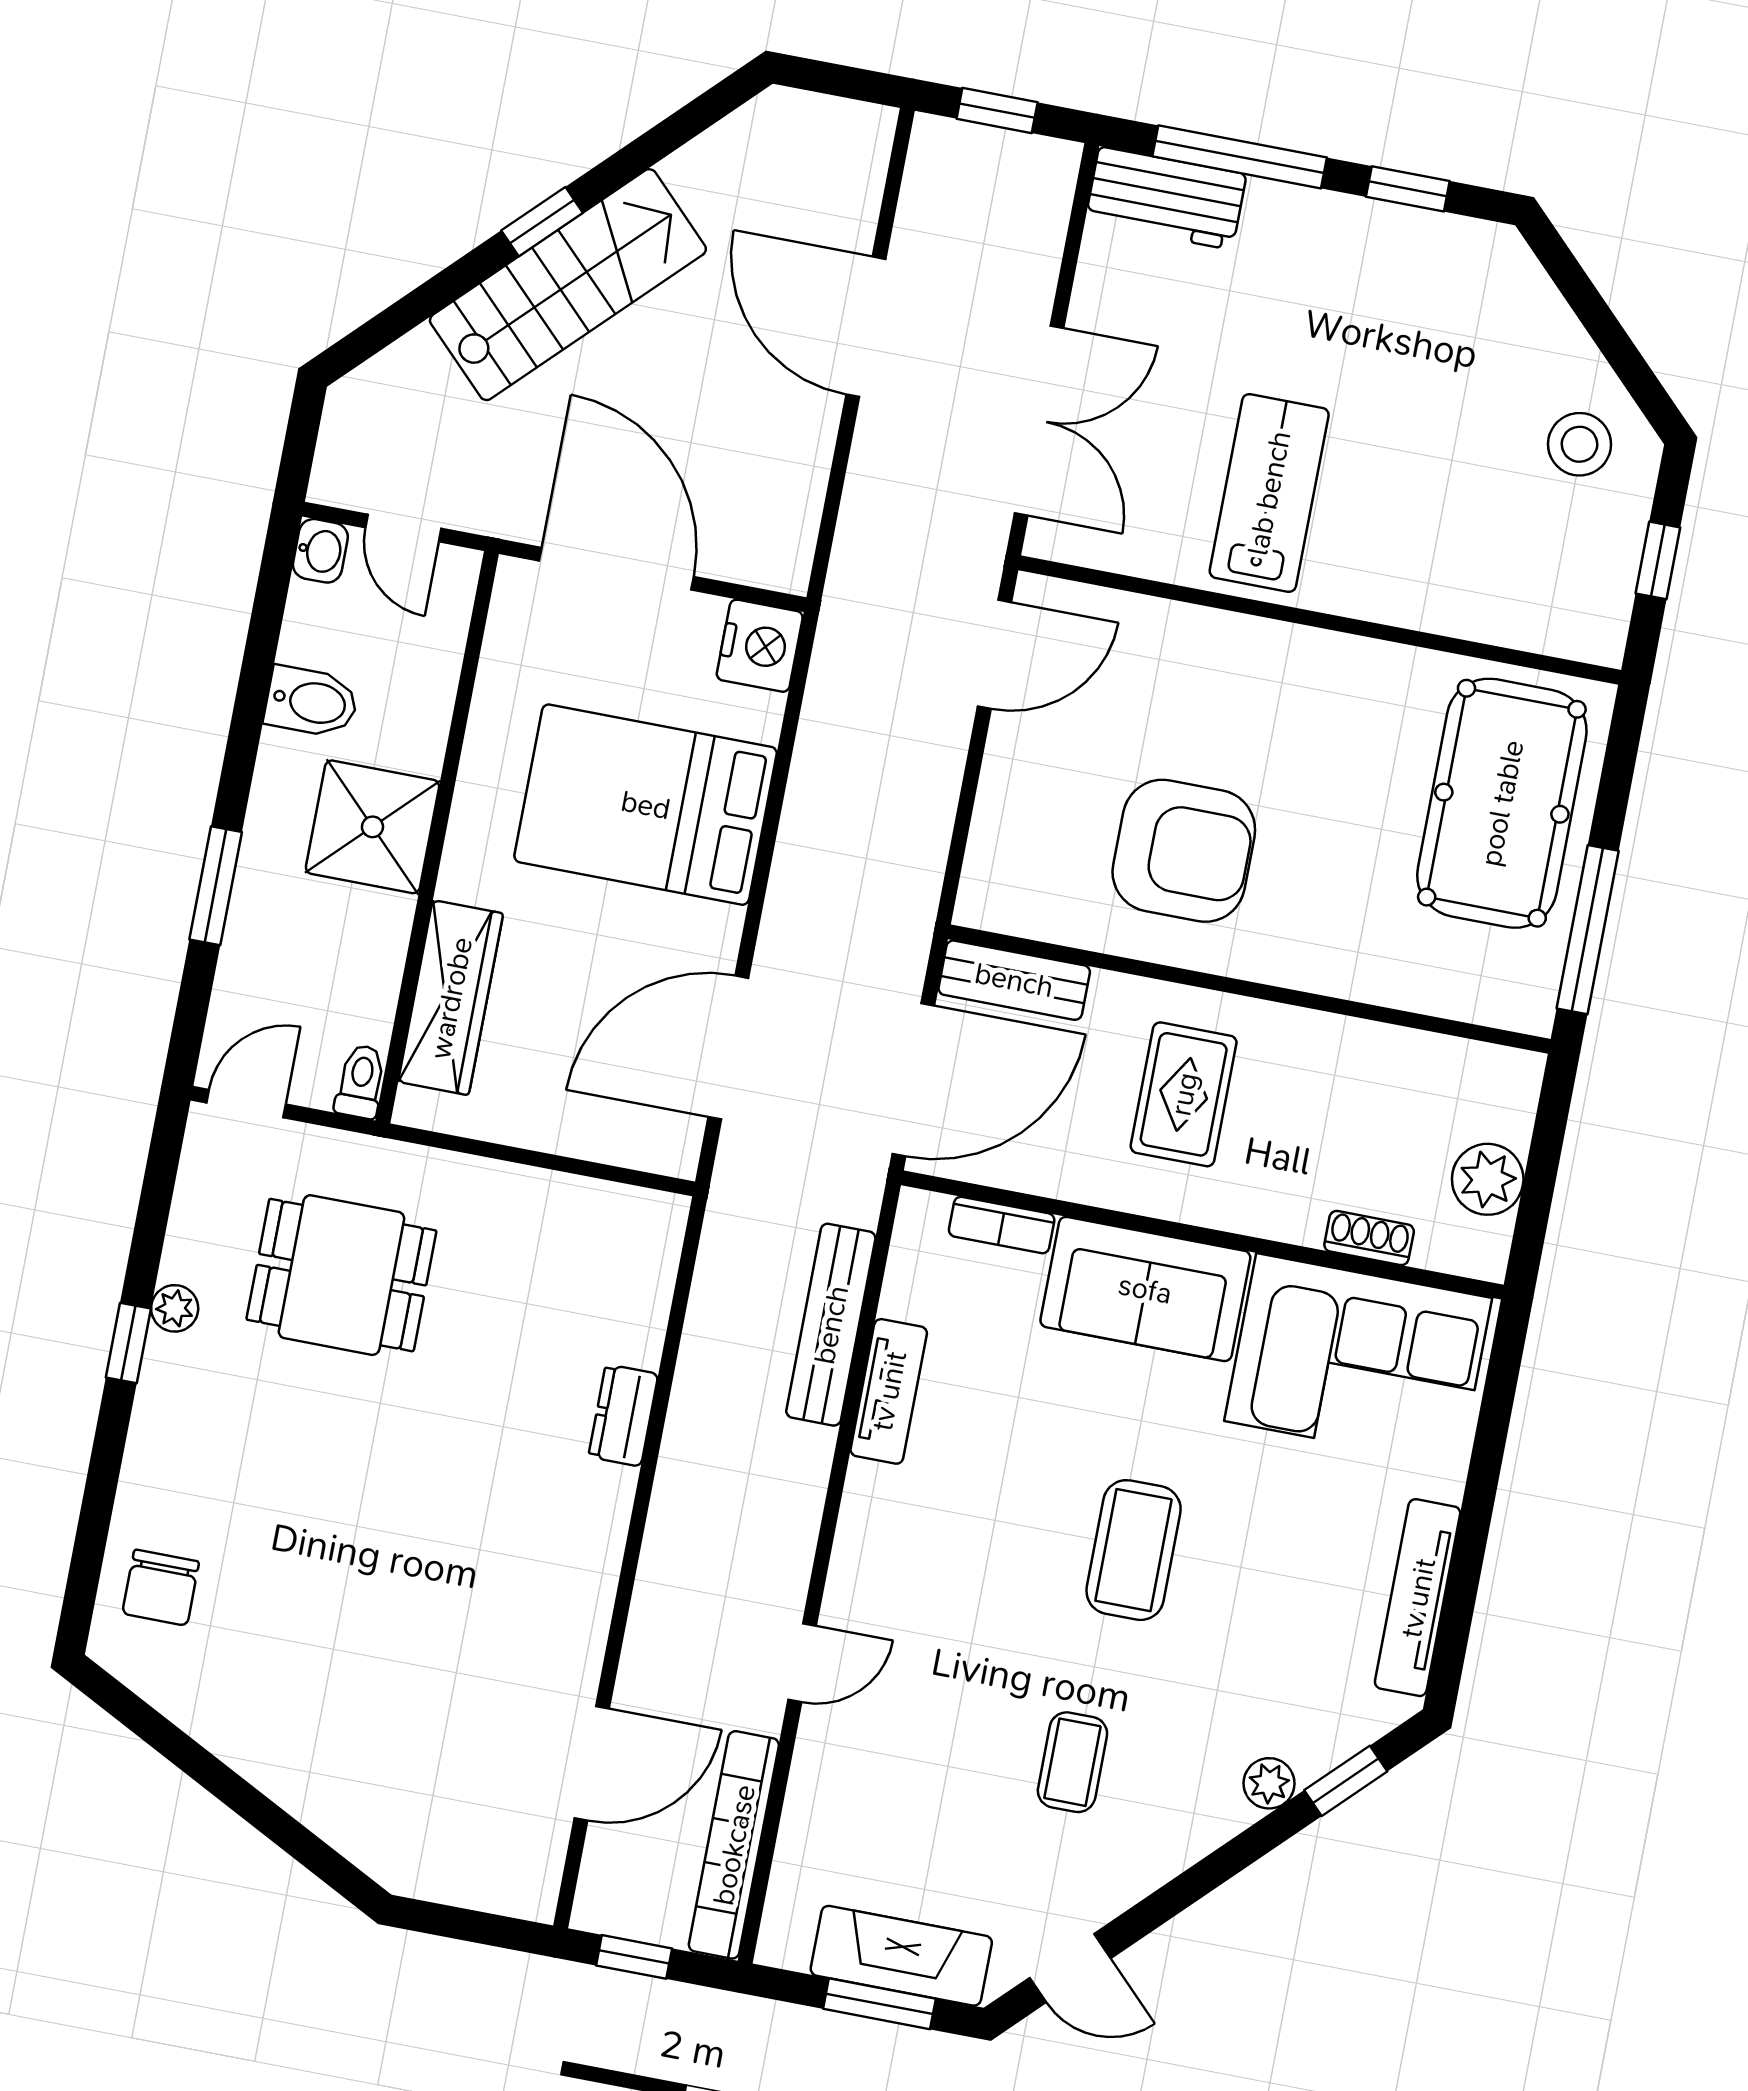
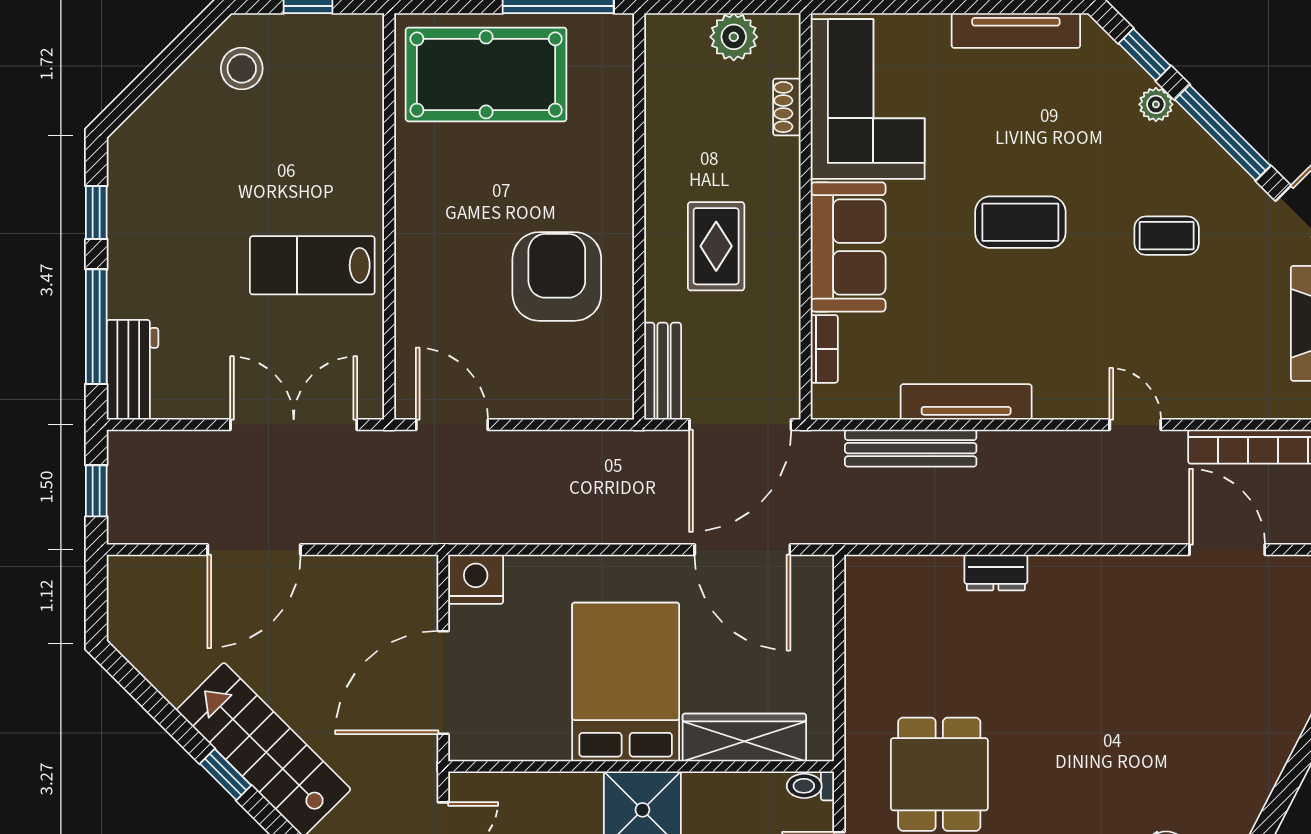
bed: (646, 805) -> (626, 682), moved, turned 180
door: (913, 1080) -> (740, 425), swing flipped
rug: (1184, 1094) -> (716, 246), turned 90
tv unit: (889, 1391) -> (966, 402), width x1.41
window: (1209, 1874) -> (1223, 133), added

